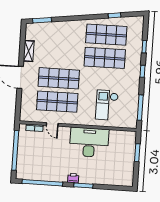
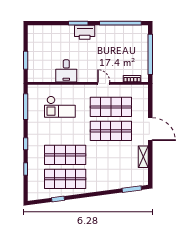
checkout: (107, 105) -> (60, 107), turned 90
door: (52, 124) -> (104, 83), moved
desk: (89, 142) -> (66, 71), width x0.53, depth x0.77
printer: (73, 178) -> (85, 32), width x1.87, depth x1.48

